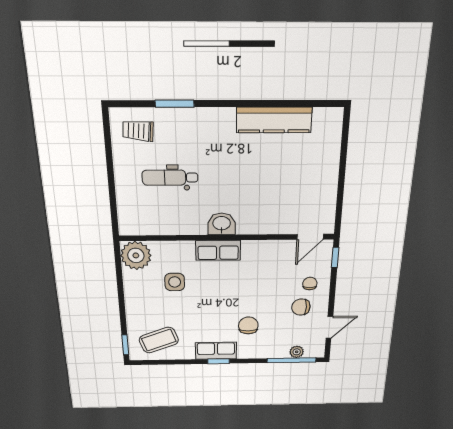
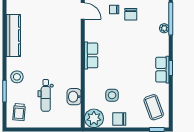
stool: (201, 127) -> (17, 77), added
washbasin: (222, 224) -> (74, 97), moved
row of seats: (218, 250) -> (91, 55), moved
chair: (248, 325) -> (119, 119), moved
plant: (297, 352) -> (164, 28), moved

